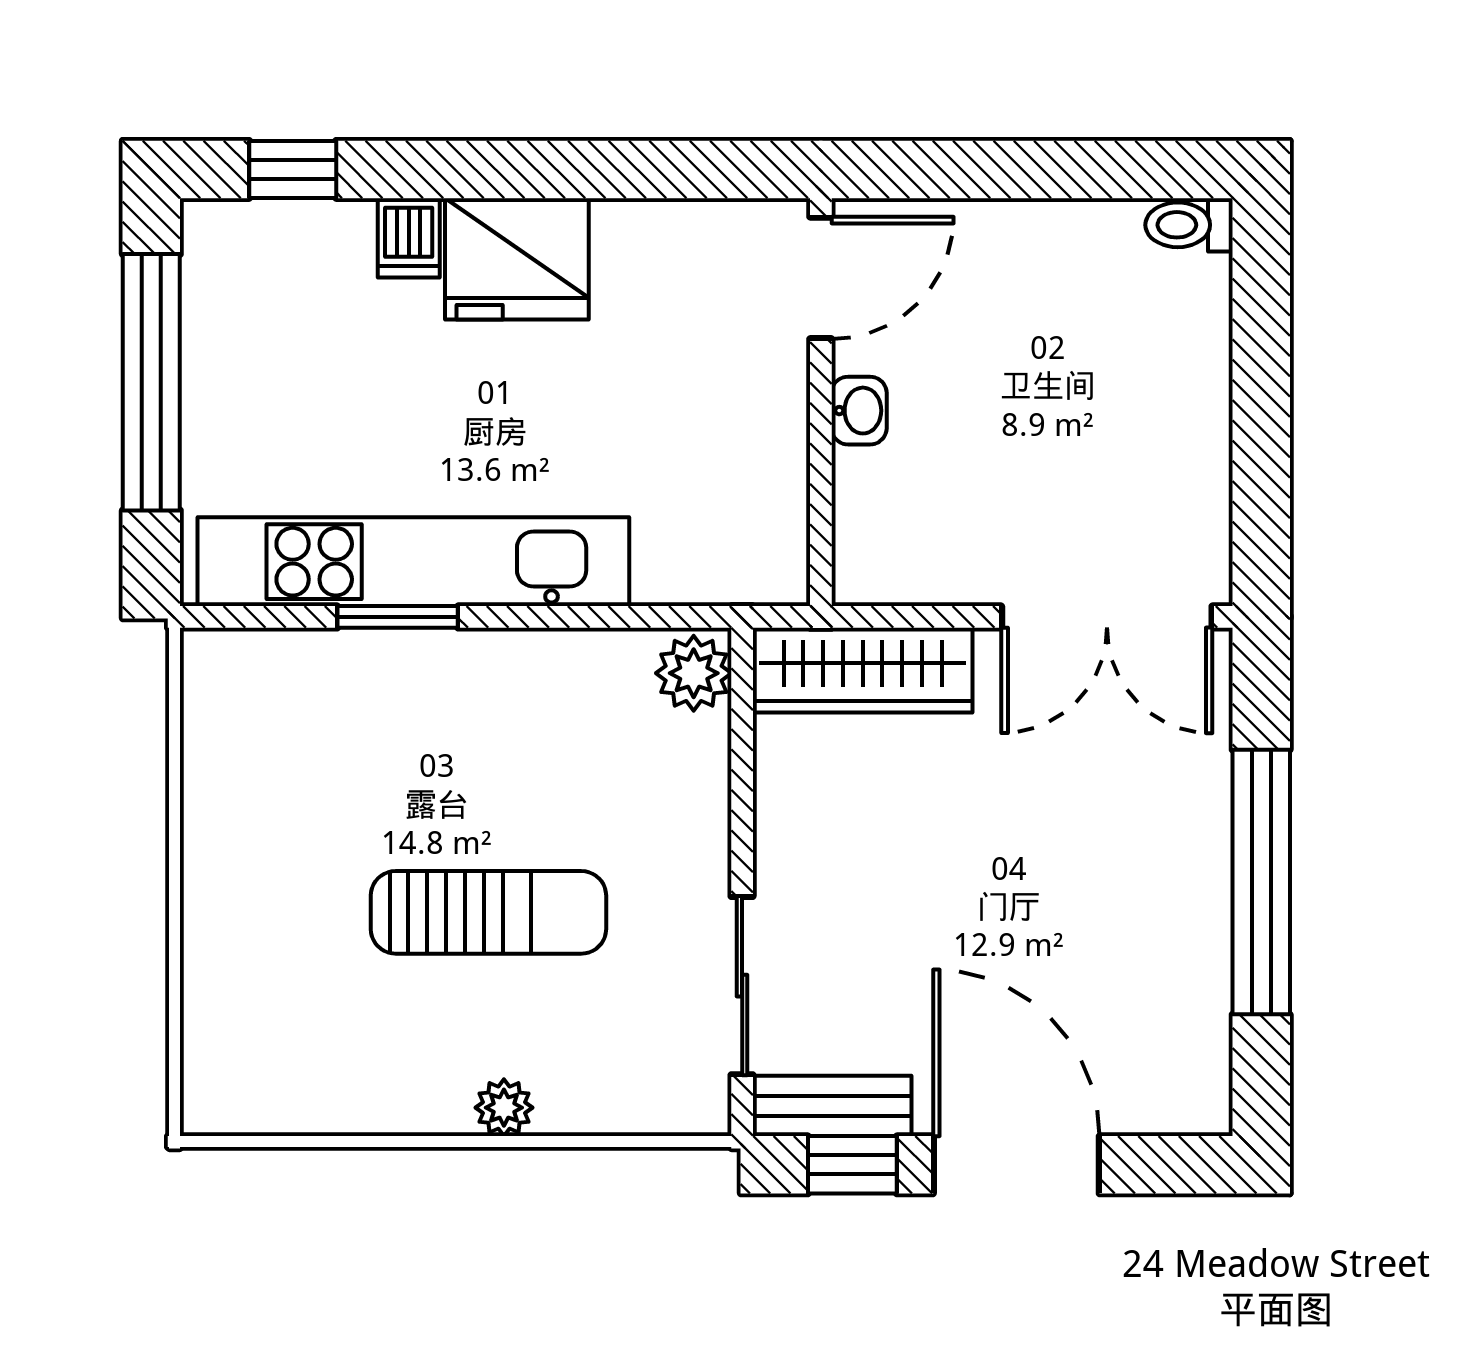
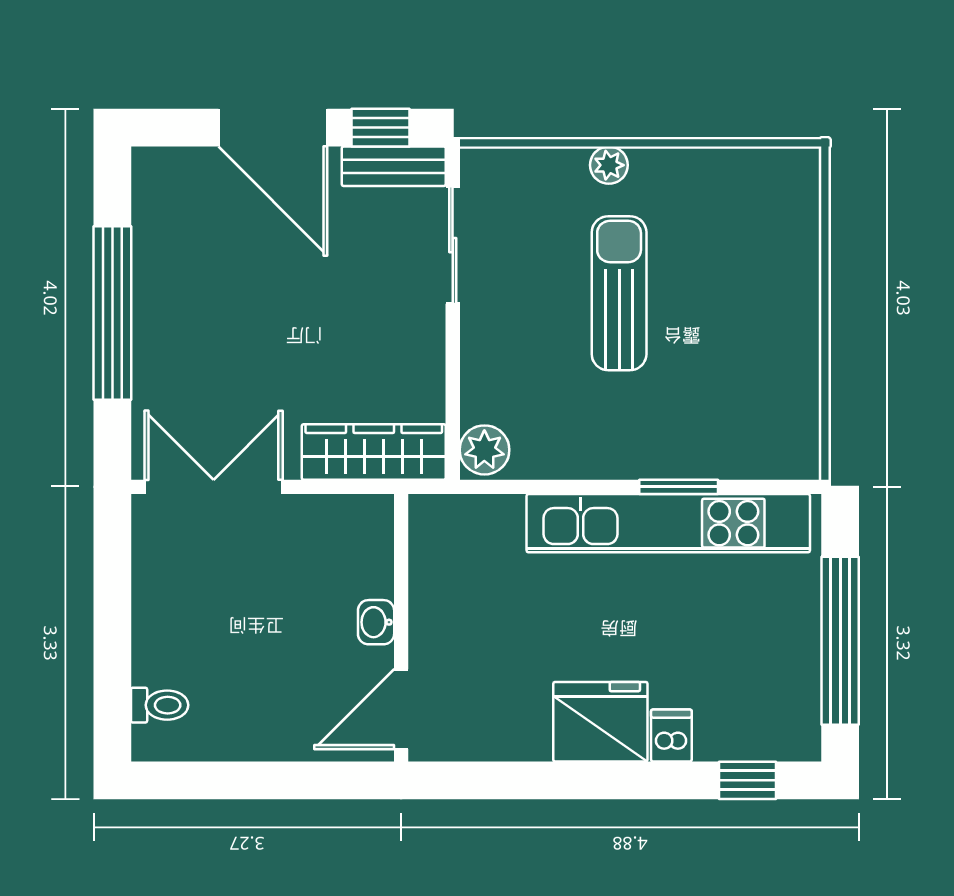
toilet: (1189, 225) -> (160, 705), moved
sun lounger: (488, 912) -> (619, 293), turned 90

